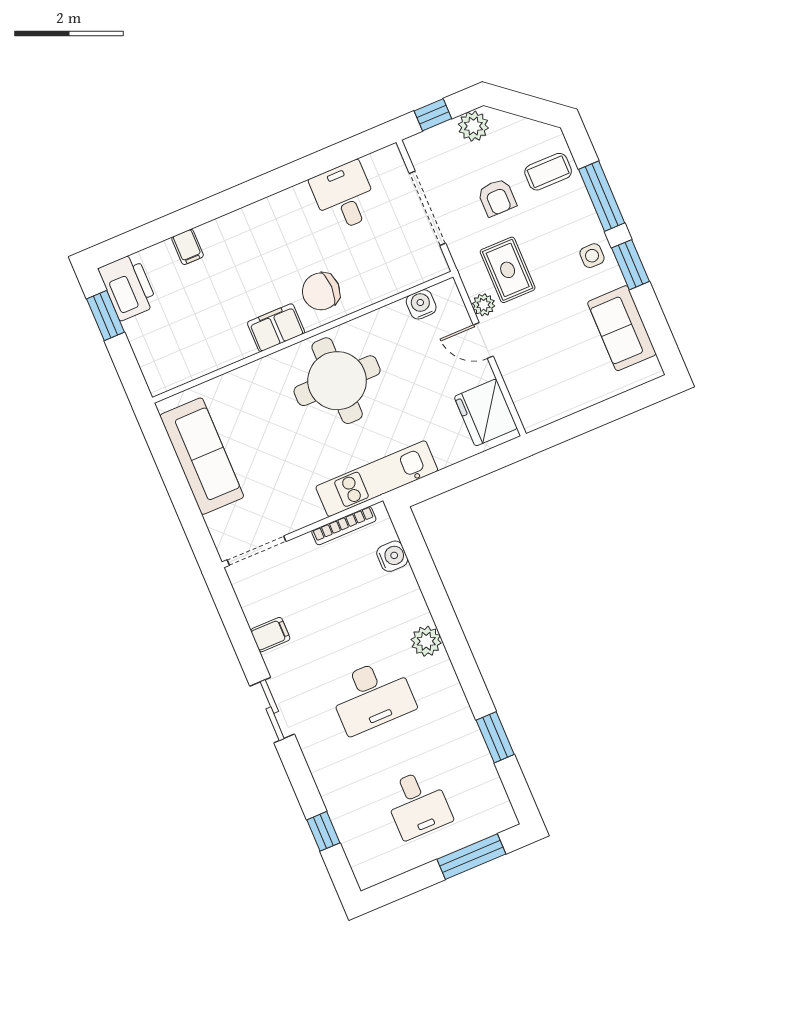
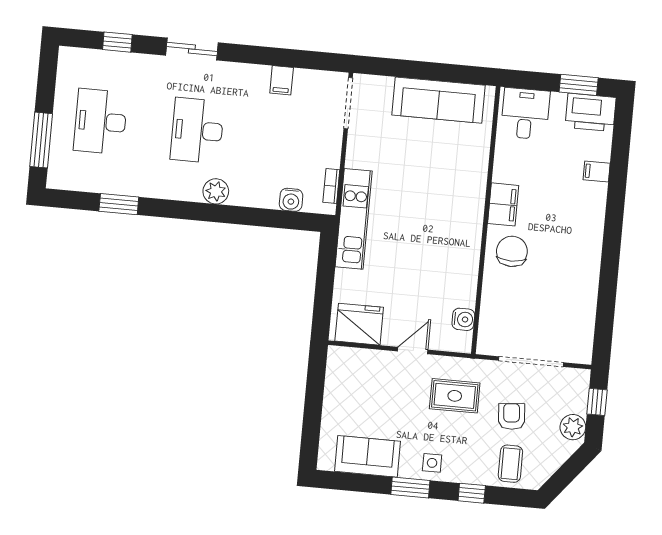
desk: (344, 196) -> (525, 114), moved, turned -90
window: (602, 196) -> (472, 493), width x0.46
armchair: (497, 198) -> (512, 416), turned 85
plant: (484, 305) -> (439, 365), removed
round table: (337, 381) -> (441, 228), removed
bookcase: (344, 526) -> (331, 186), width x0.64
sliding door: (272, 710) -> (192, 49), moved
desk: (418, 804) -> (100, 121), width x1.37

